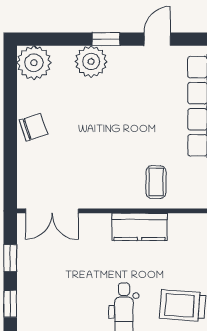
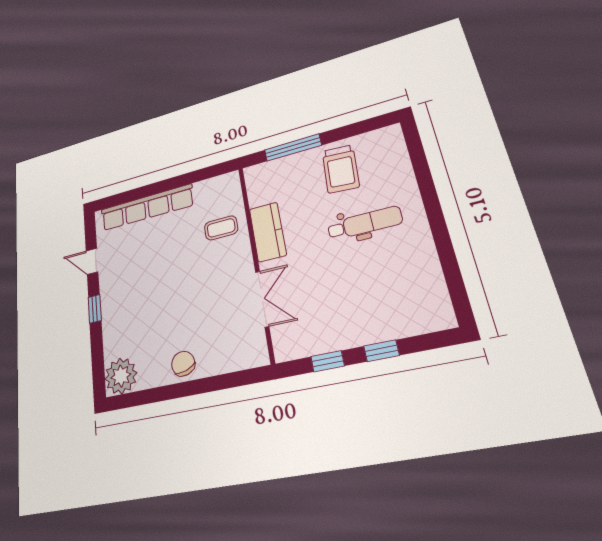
plant: (91, 62) -> (116, 318), removed
double door: (52, 211) -> (262, 299), moved

